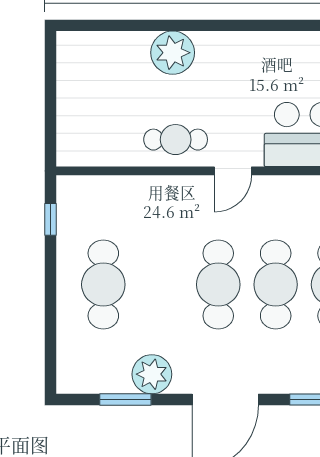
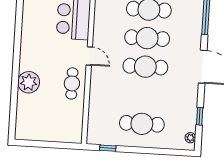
plant: (152, 374) -> (190, 138), moved, width x0.53, depth x0.53
window: (125, 400) -> (200, 116), width x0.67

